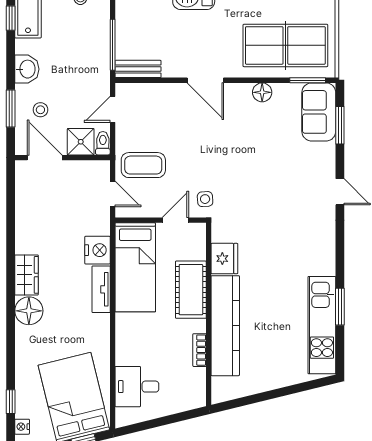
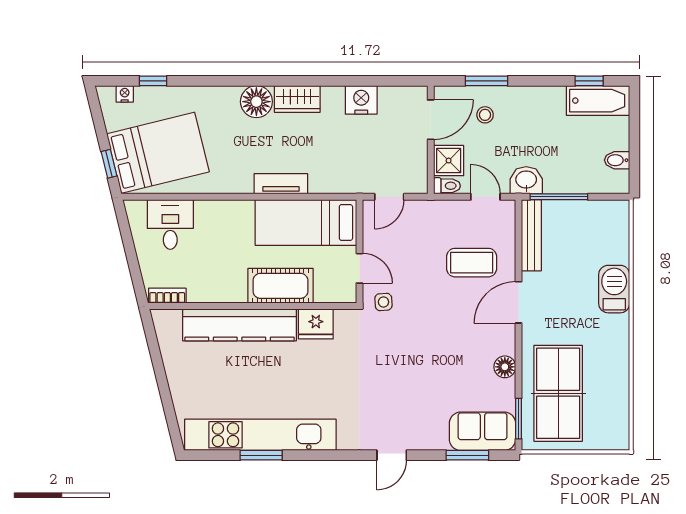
washbasin: (27, 69) -> (526, 180), moved, turned 180
bench: (138, 69) -> (531, 235), width x1.36
coffee table: (143, 165) -> (472, 263), moved, turned 90
nightstand: (98, 250) -> (361, 100), moved, turned 180
kitchen unit: (322, 325) -> (260, 435), width x1.36
bookcase: (200, 350) -> (167, 296), moved

